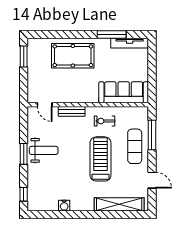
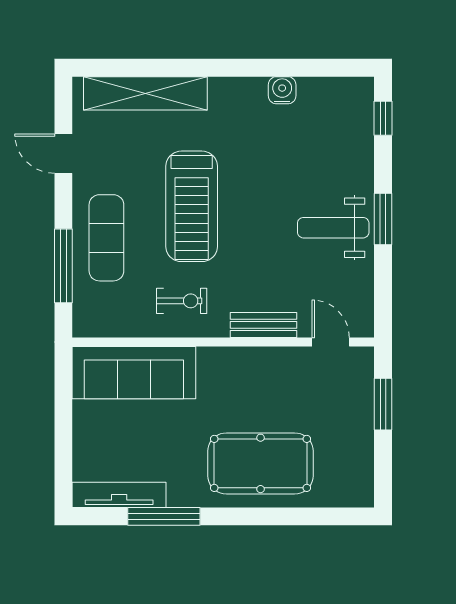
window: (24, 57) -> (383, 404), moved

